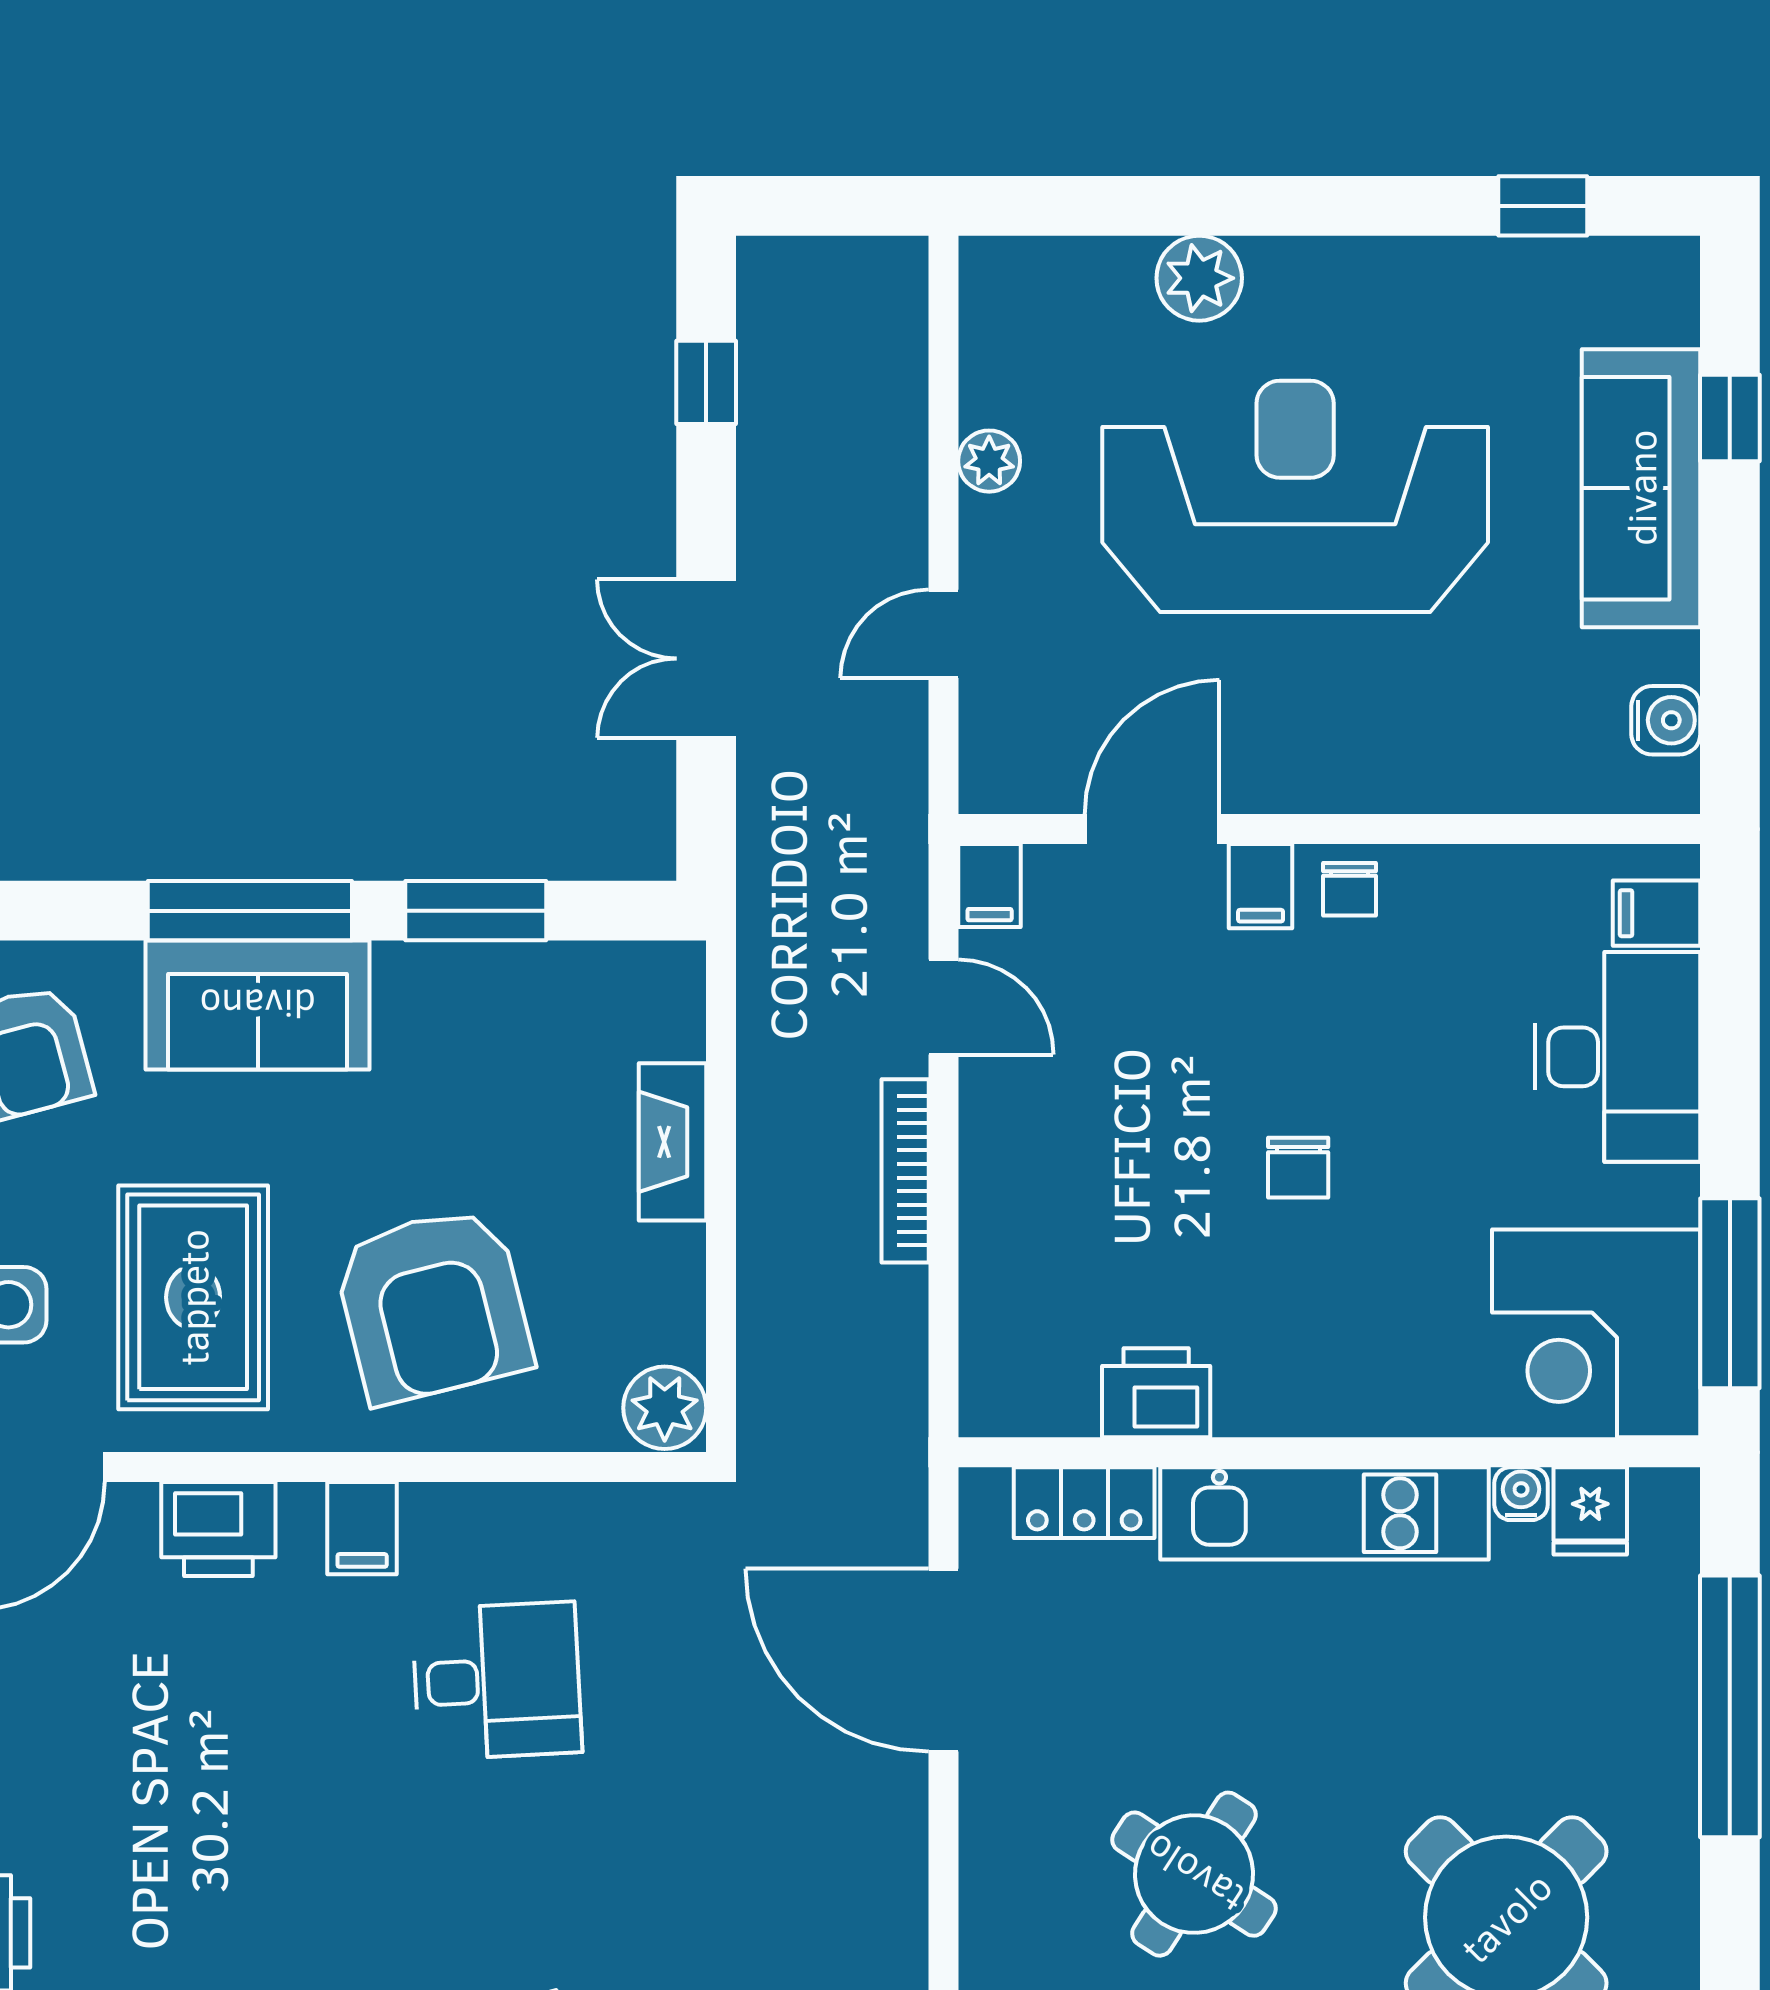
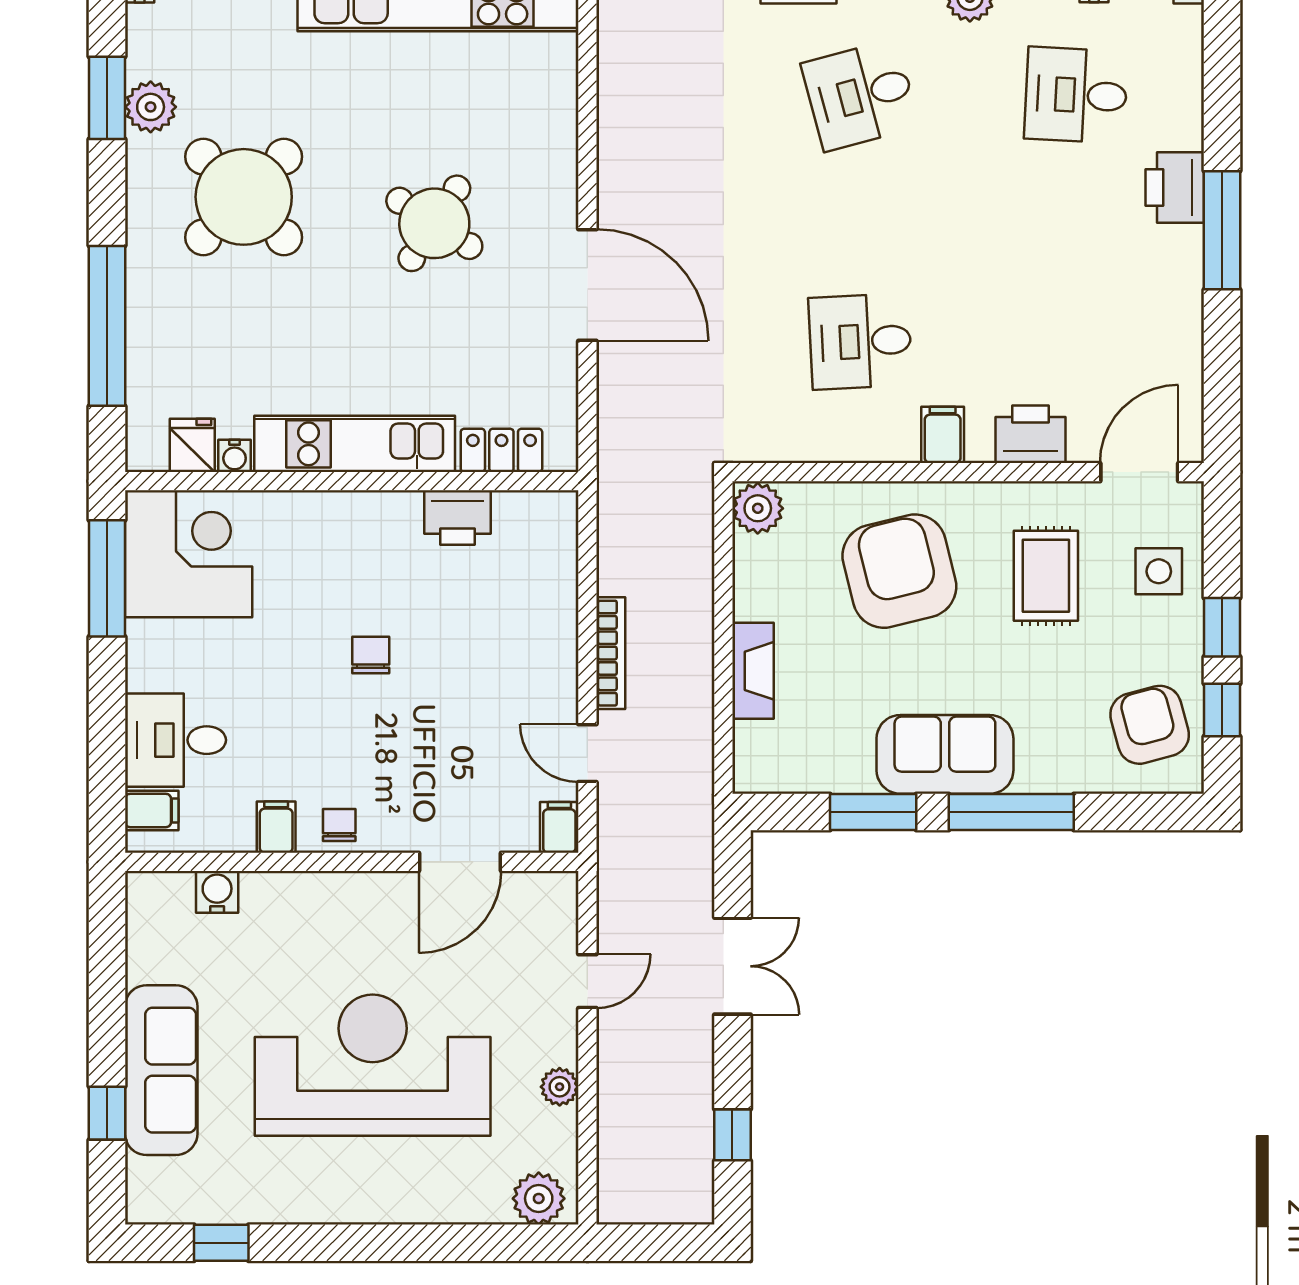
plant: (1199, 278) -> (539, 1198), moved
reception desk: (1295, 496) -> (373, 1065), turned 180
water cooler: (1666, 720) -> (217, 892), moved, turned 90
filing cabinet: (1261, 886) -> (276, 827), moved
sofa: (258, 1005) -> (945, 754), moved
desk: (1618, 1057) -> (175, 740), width x0.73
rug: (193, 1297) -> (1046, 576), width x0.73, depth x0.70
door: (943, 1660) -> (587, 285), moved

